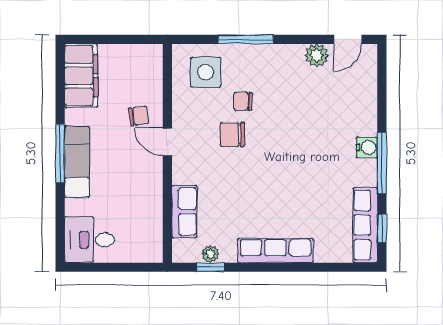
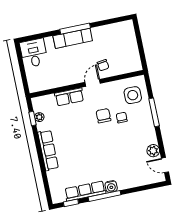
filing cabinet: (81, 76) -> (118, 31), removed
row of seats: (184, 211) -> (69, 97), moved
row of seats: (365, 225) -> (85, 191), moved

